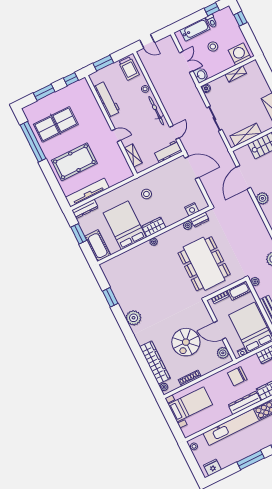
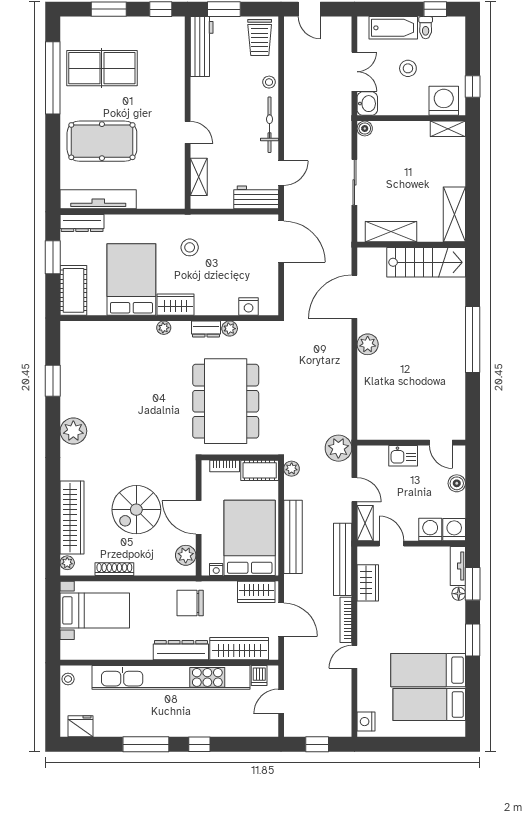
window: (240, 19) -> (473, 87), moved
shelving: (236, 74) -> (448, 129), moved
workbench: (107, 99) -> (202, 47), moved
dresser: (200, 220) -> (206, 329), moved

